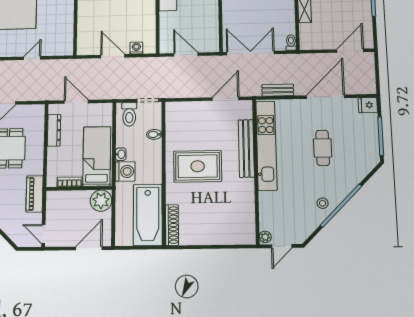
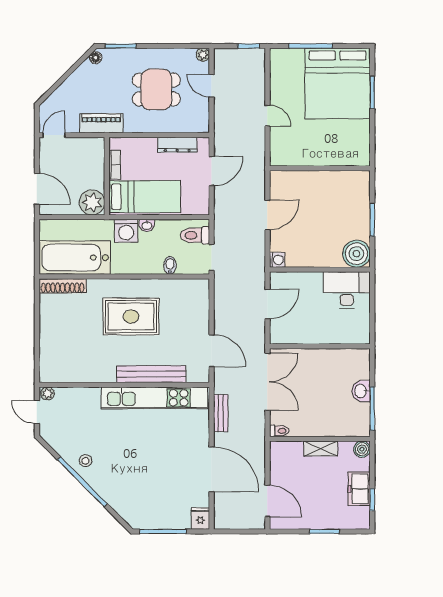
washing machine: (136, 48) -> (277, 260), moved
cafe table: (323, 148) -> (150, 463), removed
rug: (198, 166) -> (131, 316), turned 90

